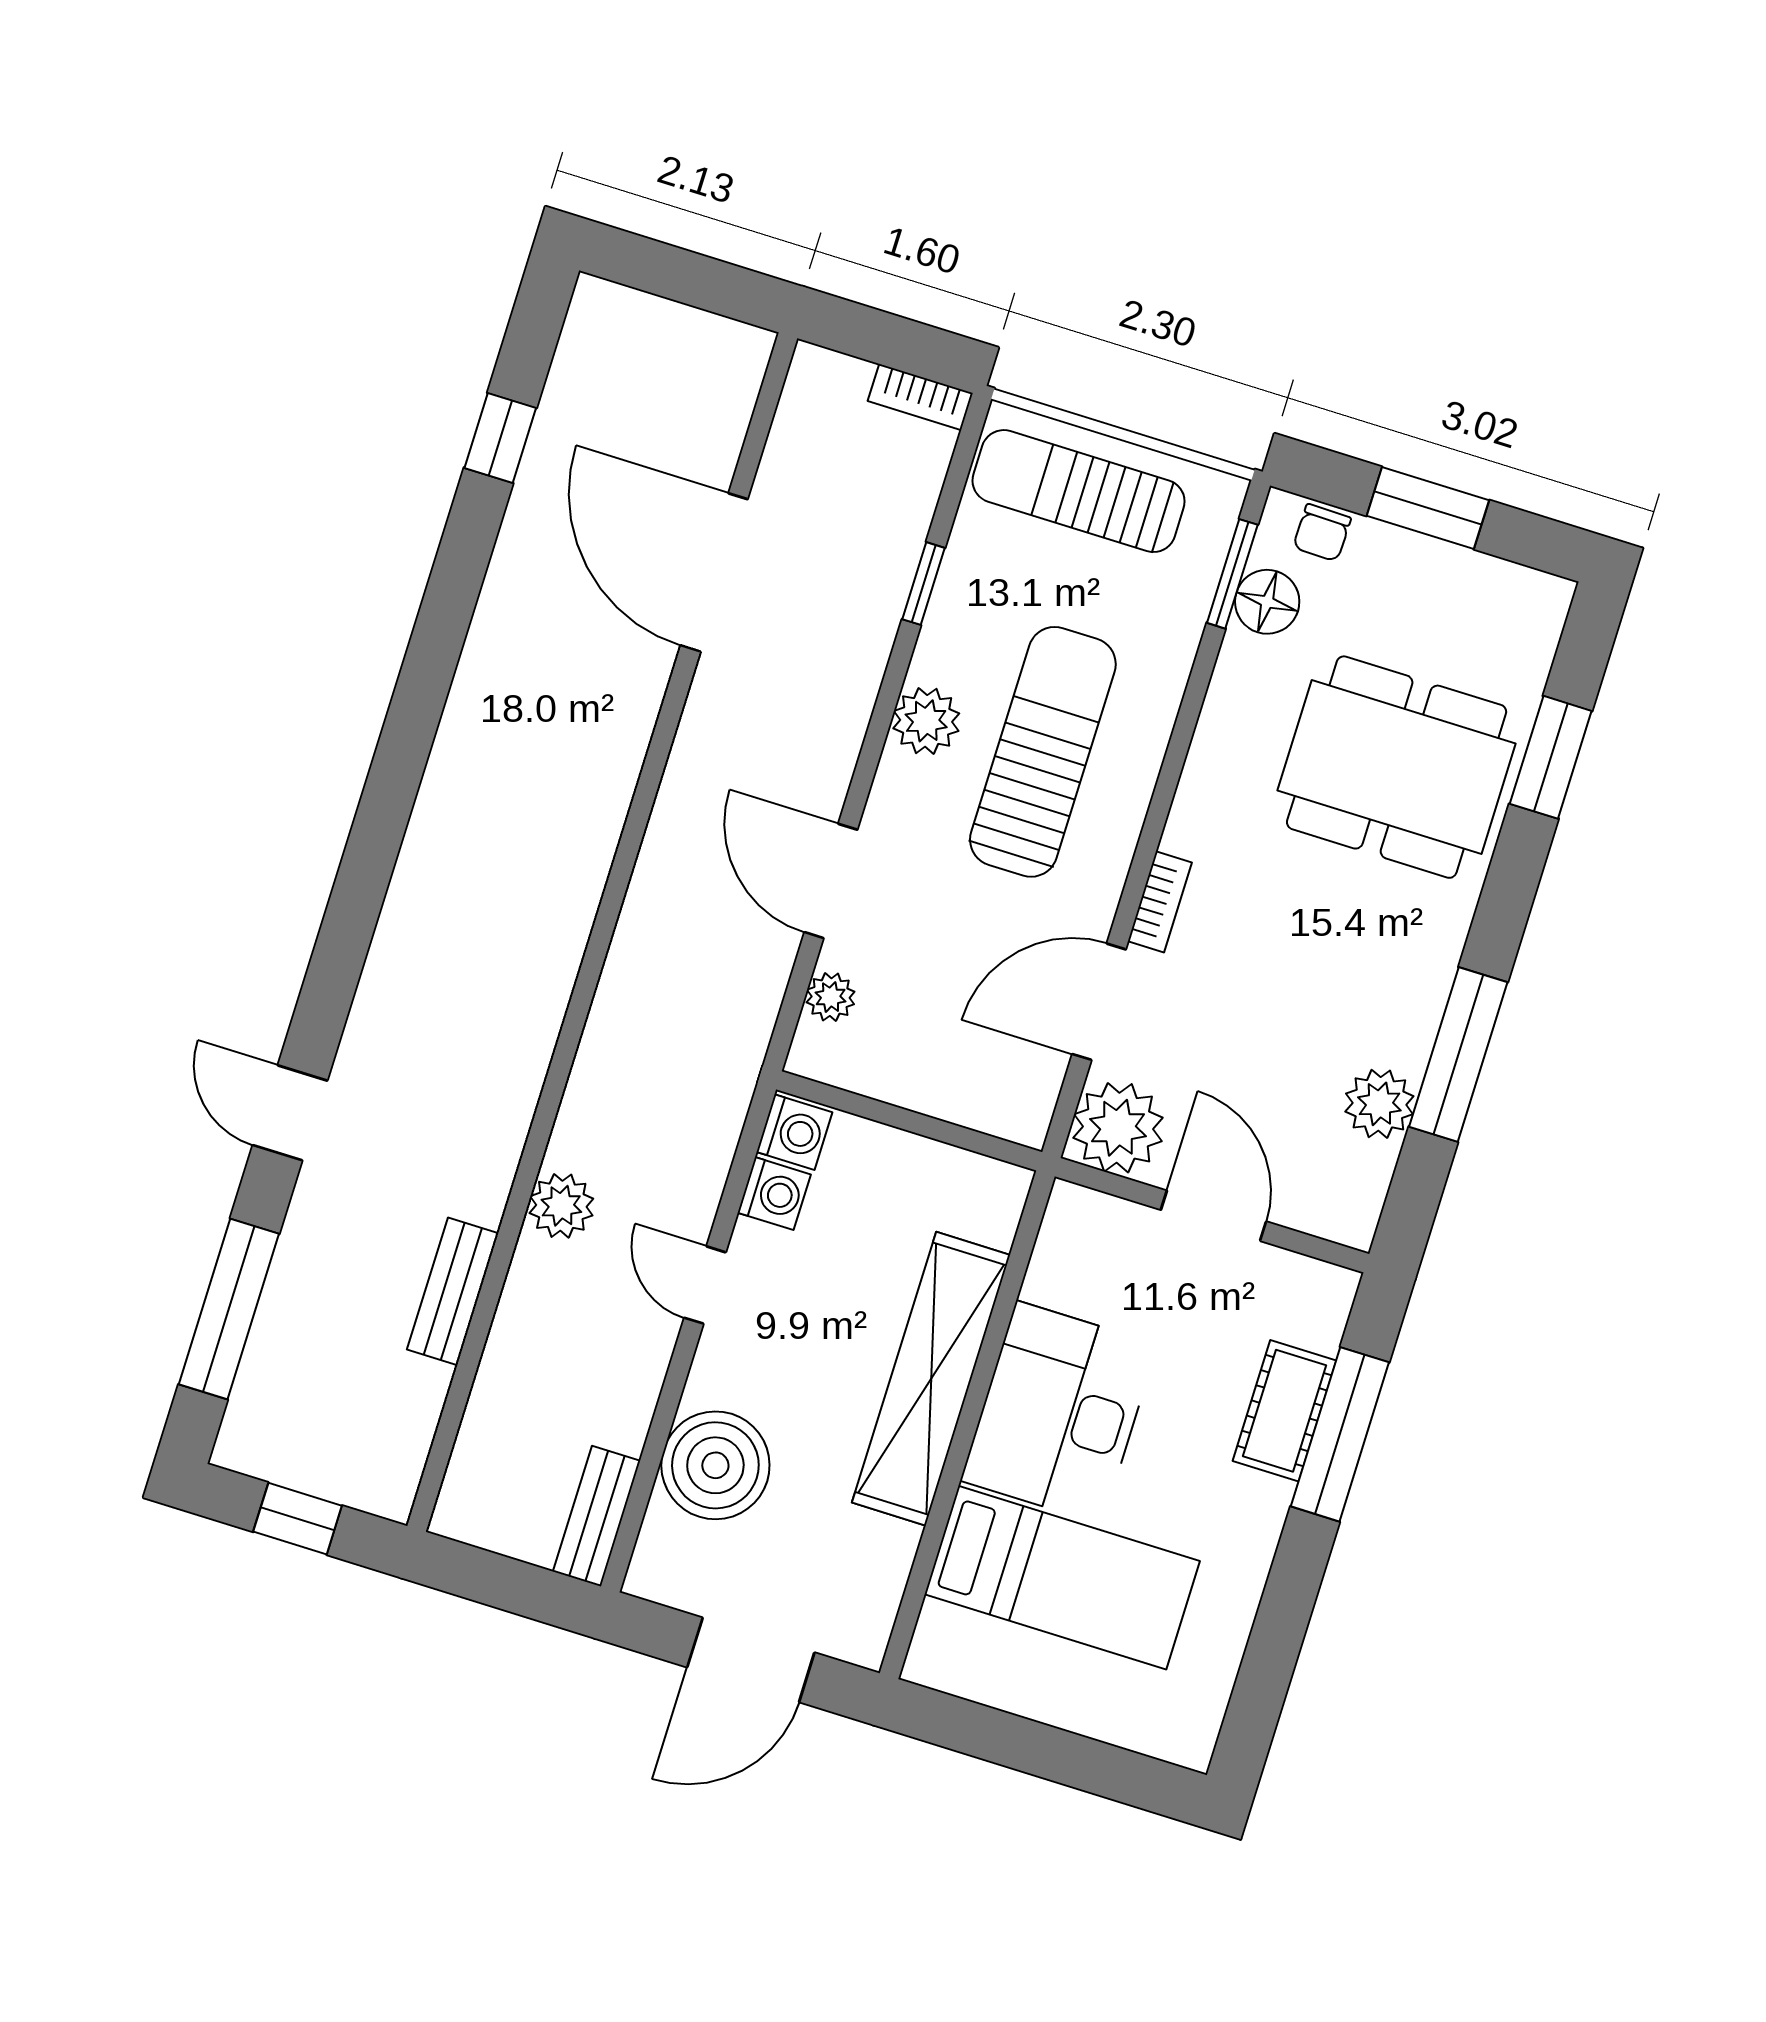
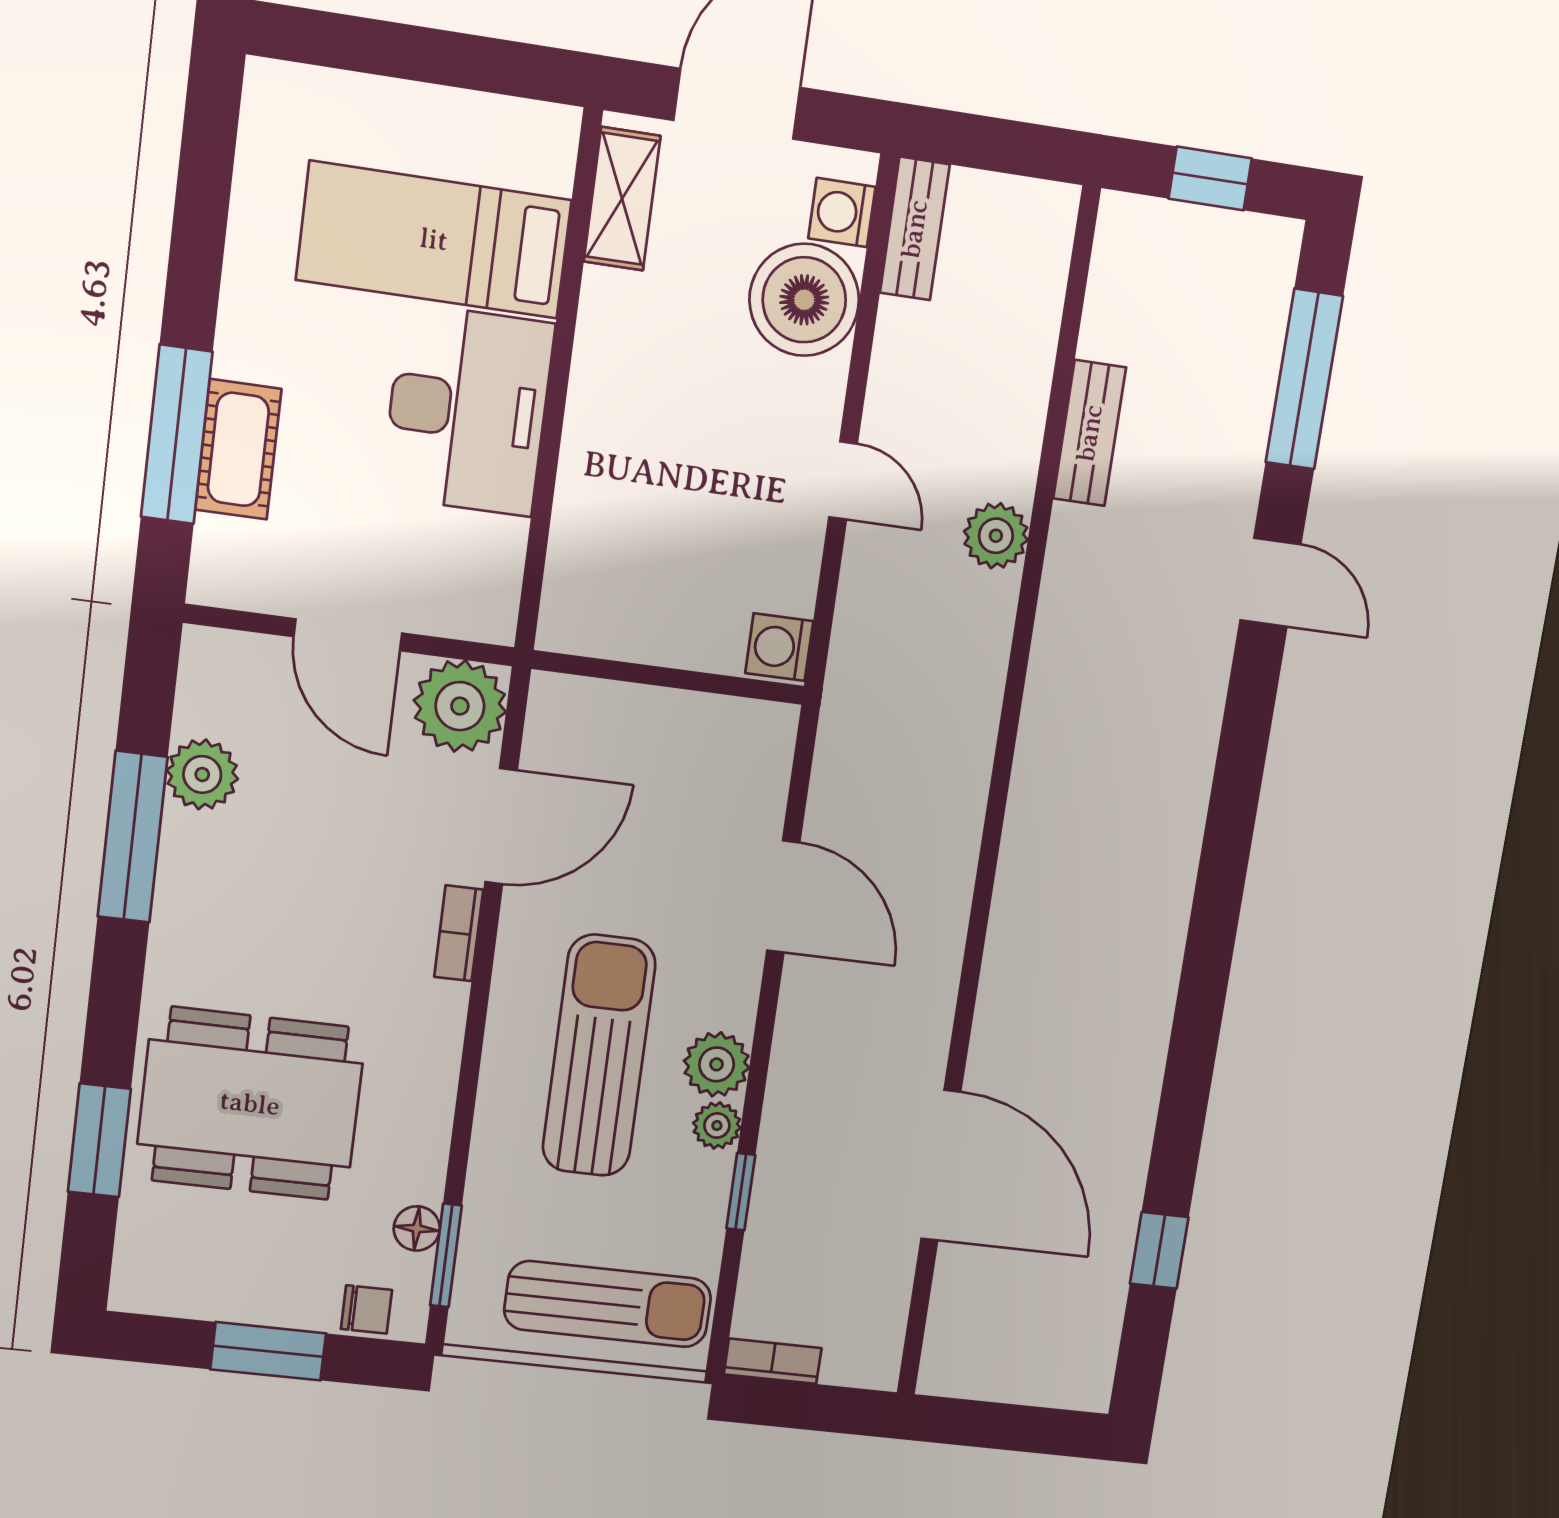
chair: (1322, 533) -> (366, 1309), turned 89
floor lamp: (1267, 602) -> (417, 1228), width x0.73, depth x0.73
sun lounger: (1043, 752) -> (599, 1056), turned 180
plant: (831, 997) -> (717, 1126), moved
washing machine: (774, 1194) -> (842, 213), moved
shelving: (931, 1379) -> (622, 199), moved, width x0.45, depth x0.75

